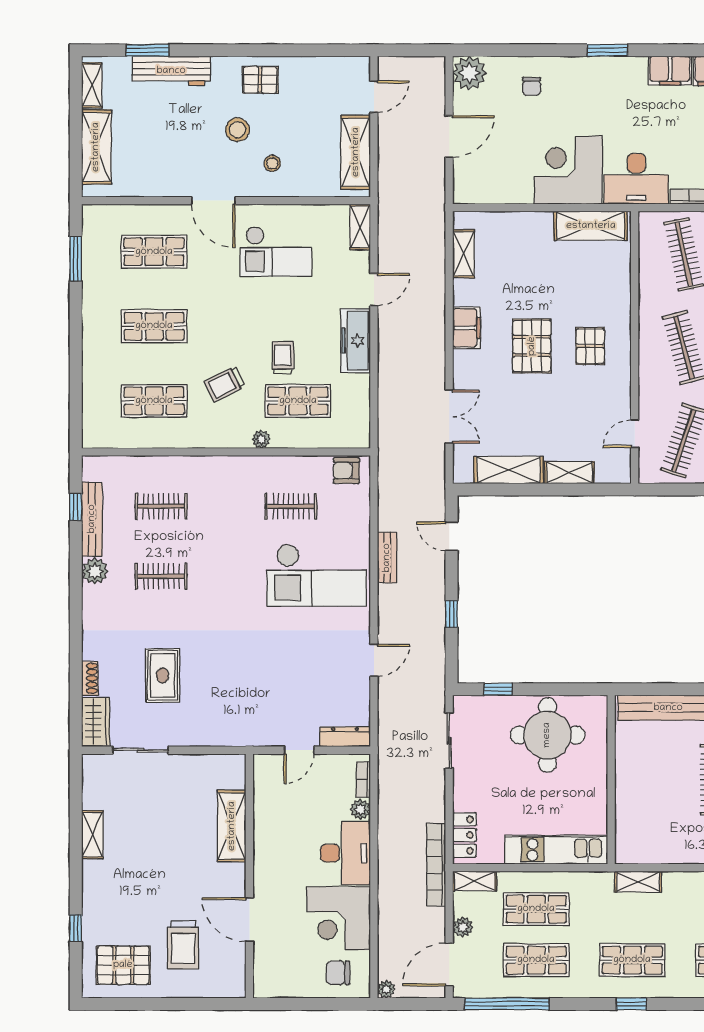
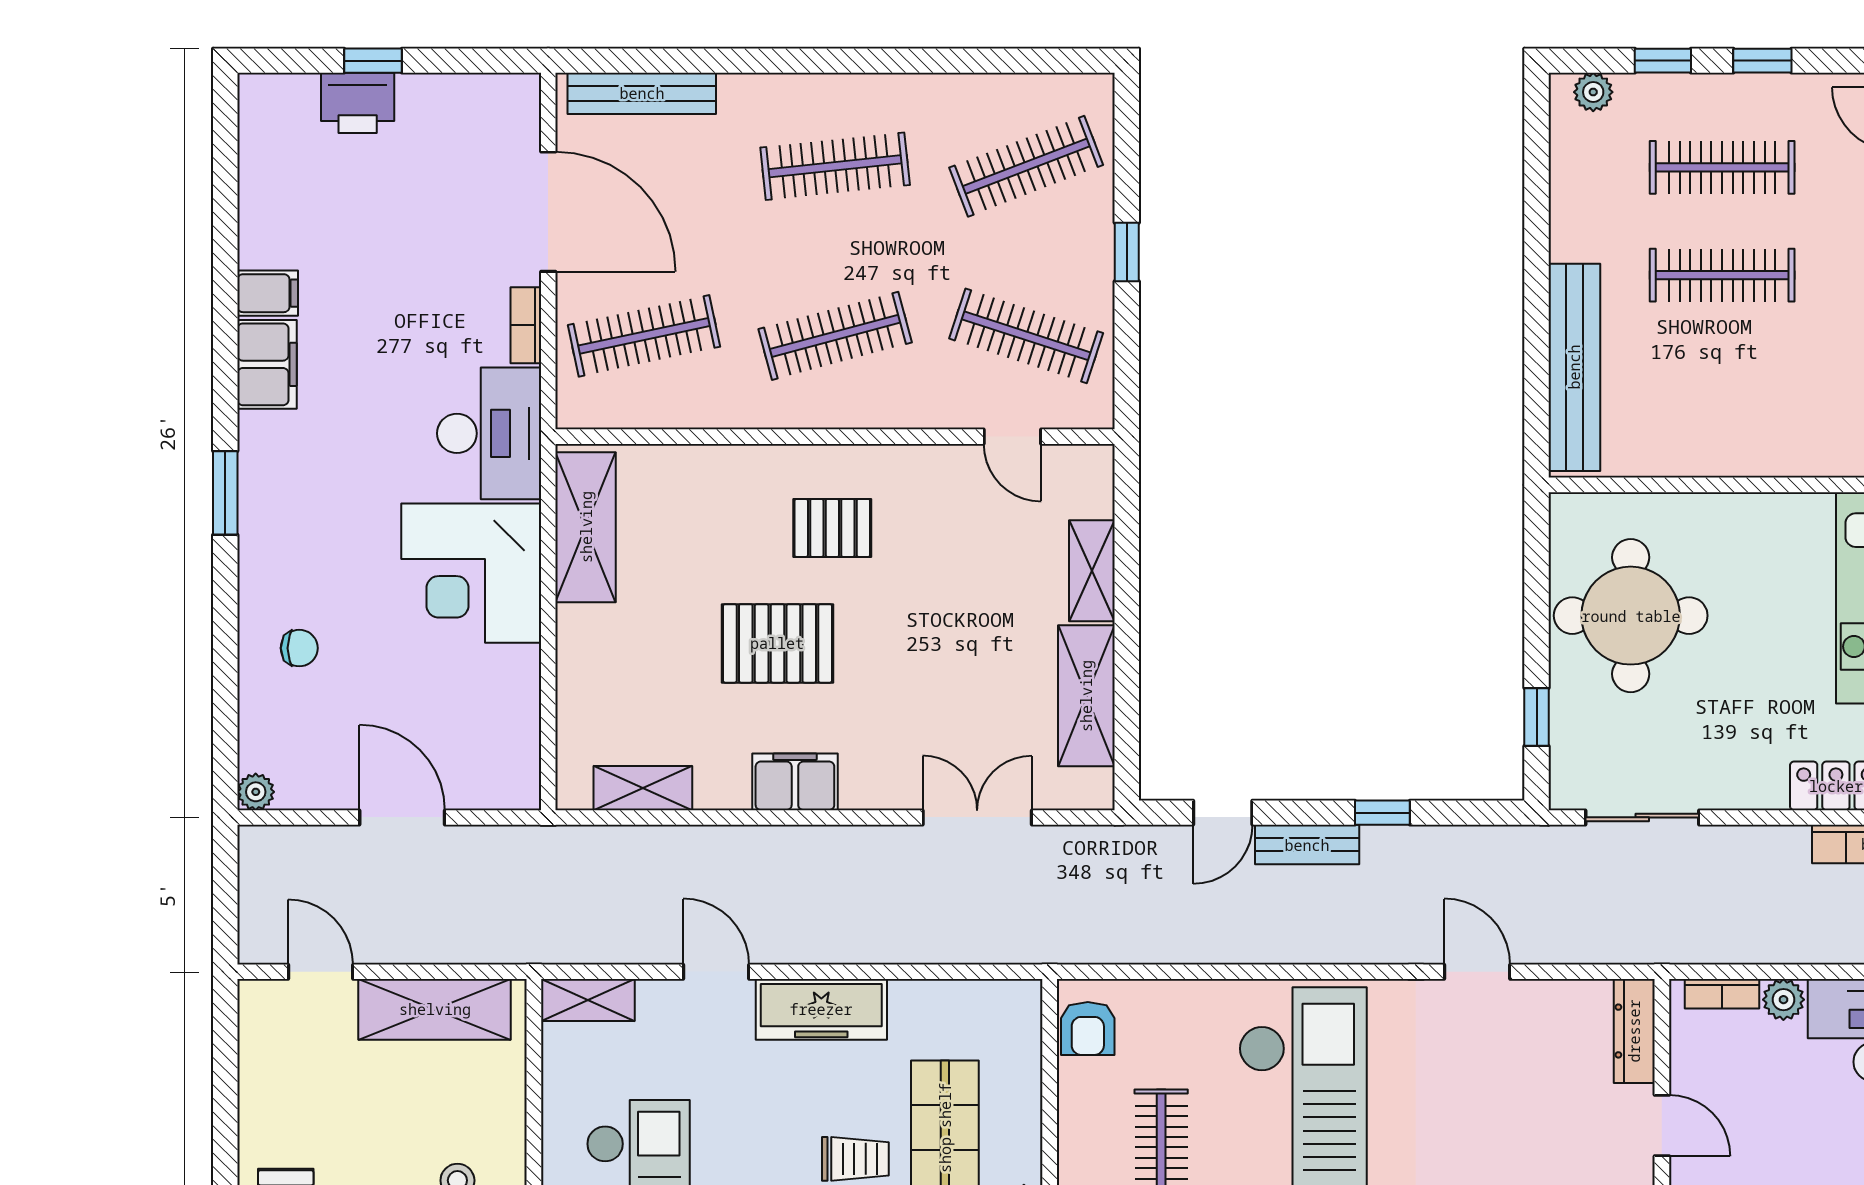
plant: (469, 73) -> (256, 792), width x0.53, depth x0.53
pallet: (532, 346) -> (777, 643), moved
trolley: (283, 357) -> (855, 1159), turned 180
bench: (387, 558) -> (1307, 845), moved

